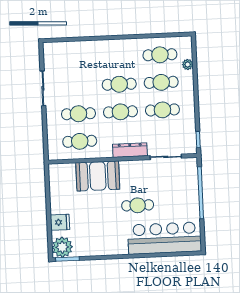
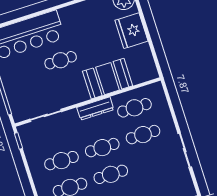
dresser: (130, 150) -> (95, 109), moved
fridge: (60, 222) -> (131, 31), width x1.88, depth x1.34

